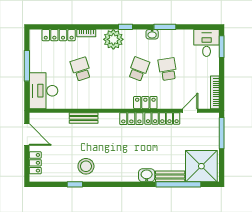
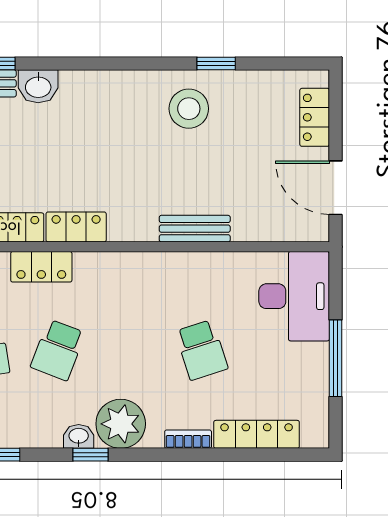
washbasin: (152, 34) -> (79, 436), moved

